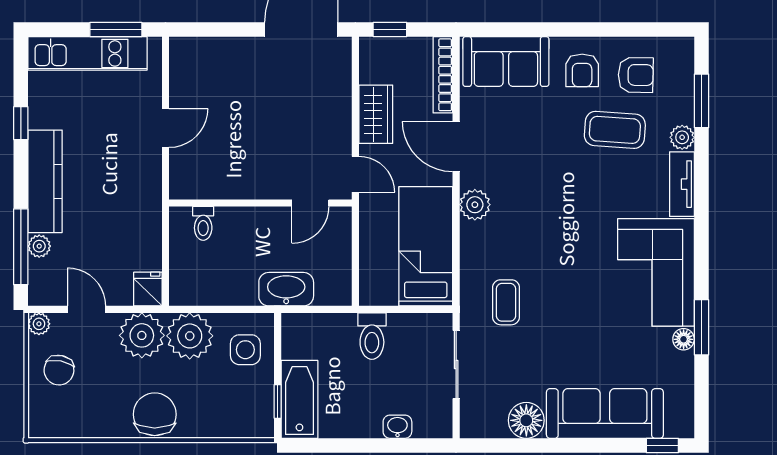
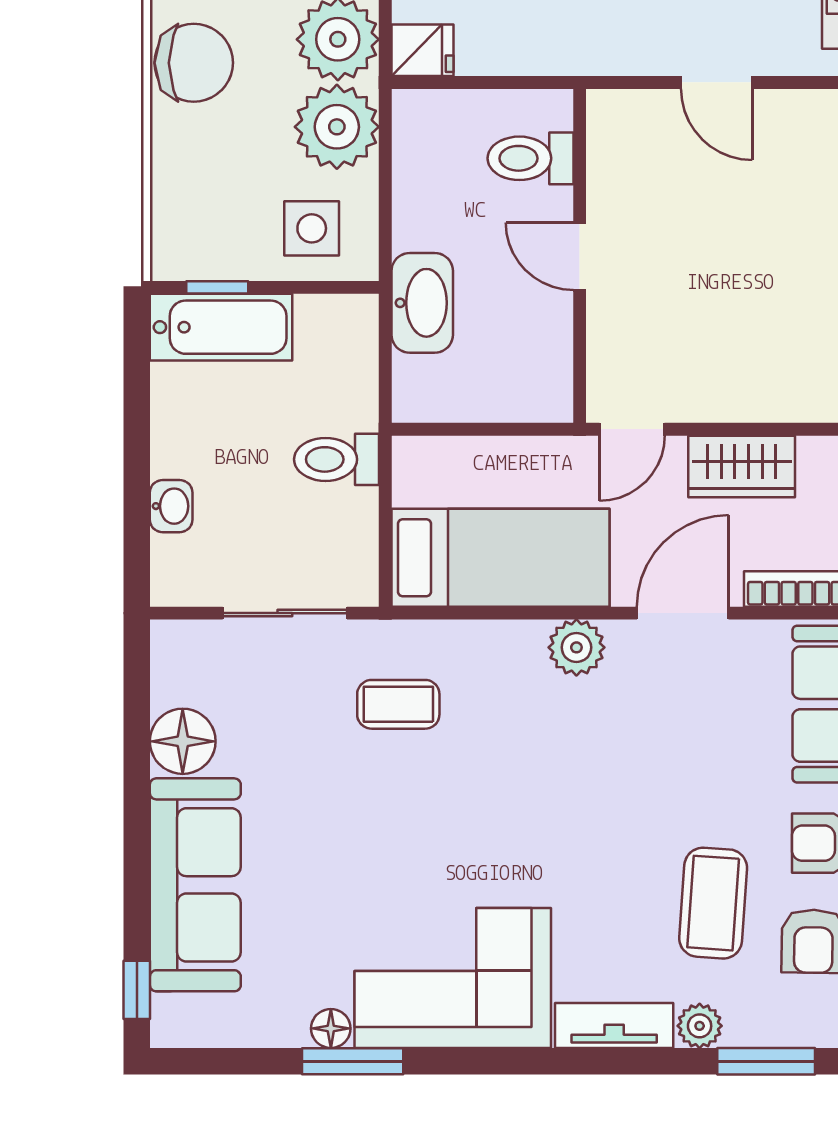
door: (310, 203) -> (580, 256), moved
toilet: (203, 223) -> (531, 158), width x1.37, depth x1.39

